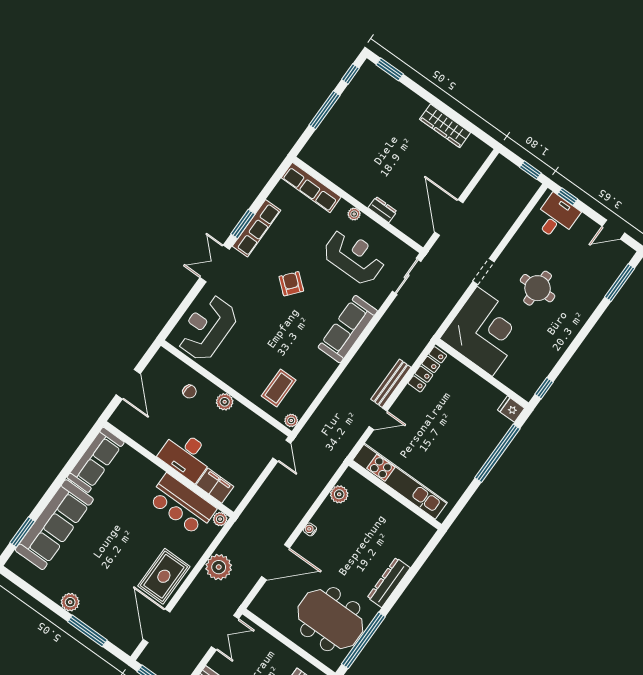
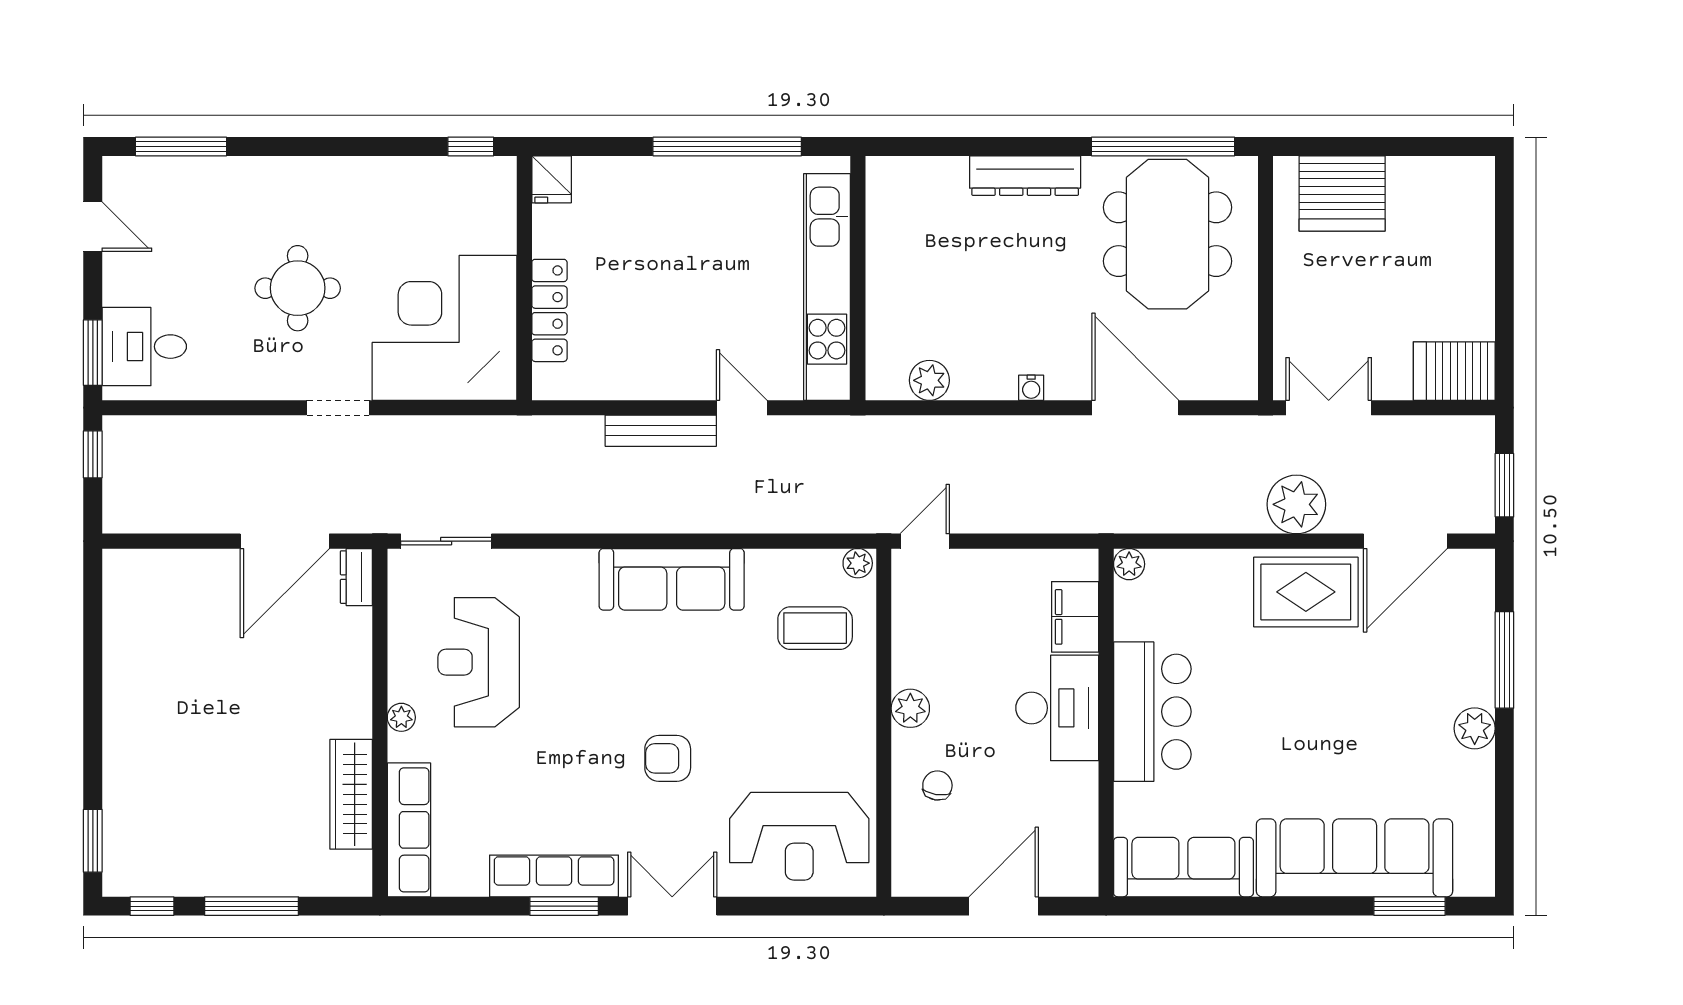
wardrobe: (445, 126) -> (351, 794), moved, turned 180
window: (567, 197) -> (93, 353), width x1.50
dresser: (382, 210) -> (356, 577), moved
double door: (215, 263) -> (672, 906), swing flipped
armchair: (291, 284) -> (668, 758), moved, turned 50
sofa: (348, 329) -> (672, 579), moved
locker: (427, 369) -> (549, 310), moved, turned 90
window: (497, 453) -> (727, 147), moved
bar counter: (182, 505) -> (1152, 712), moved
plant: (219, 567) -> (1296, 504), moved

